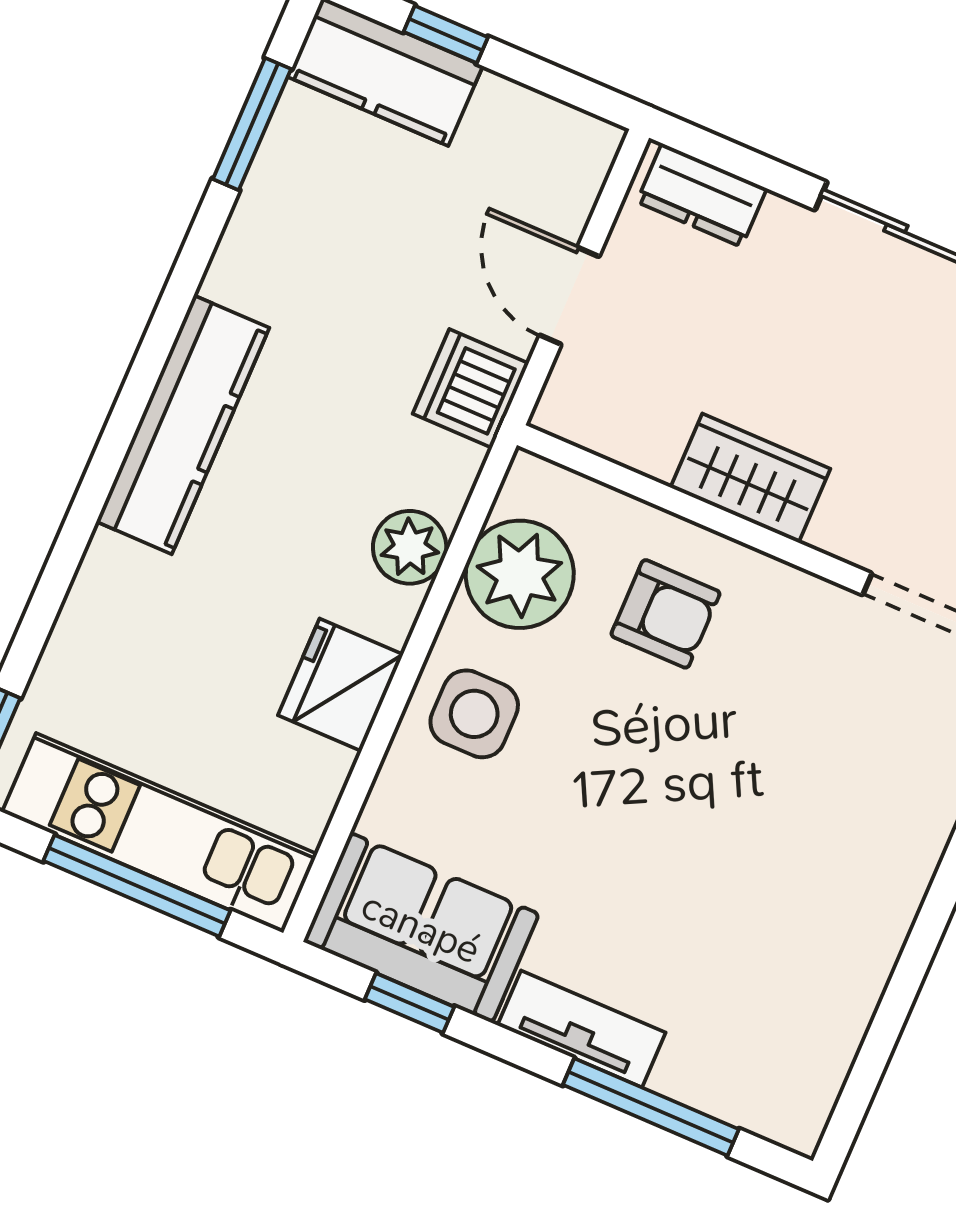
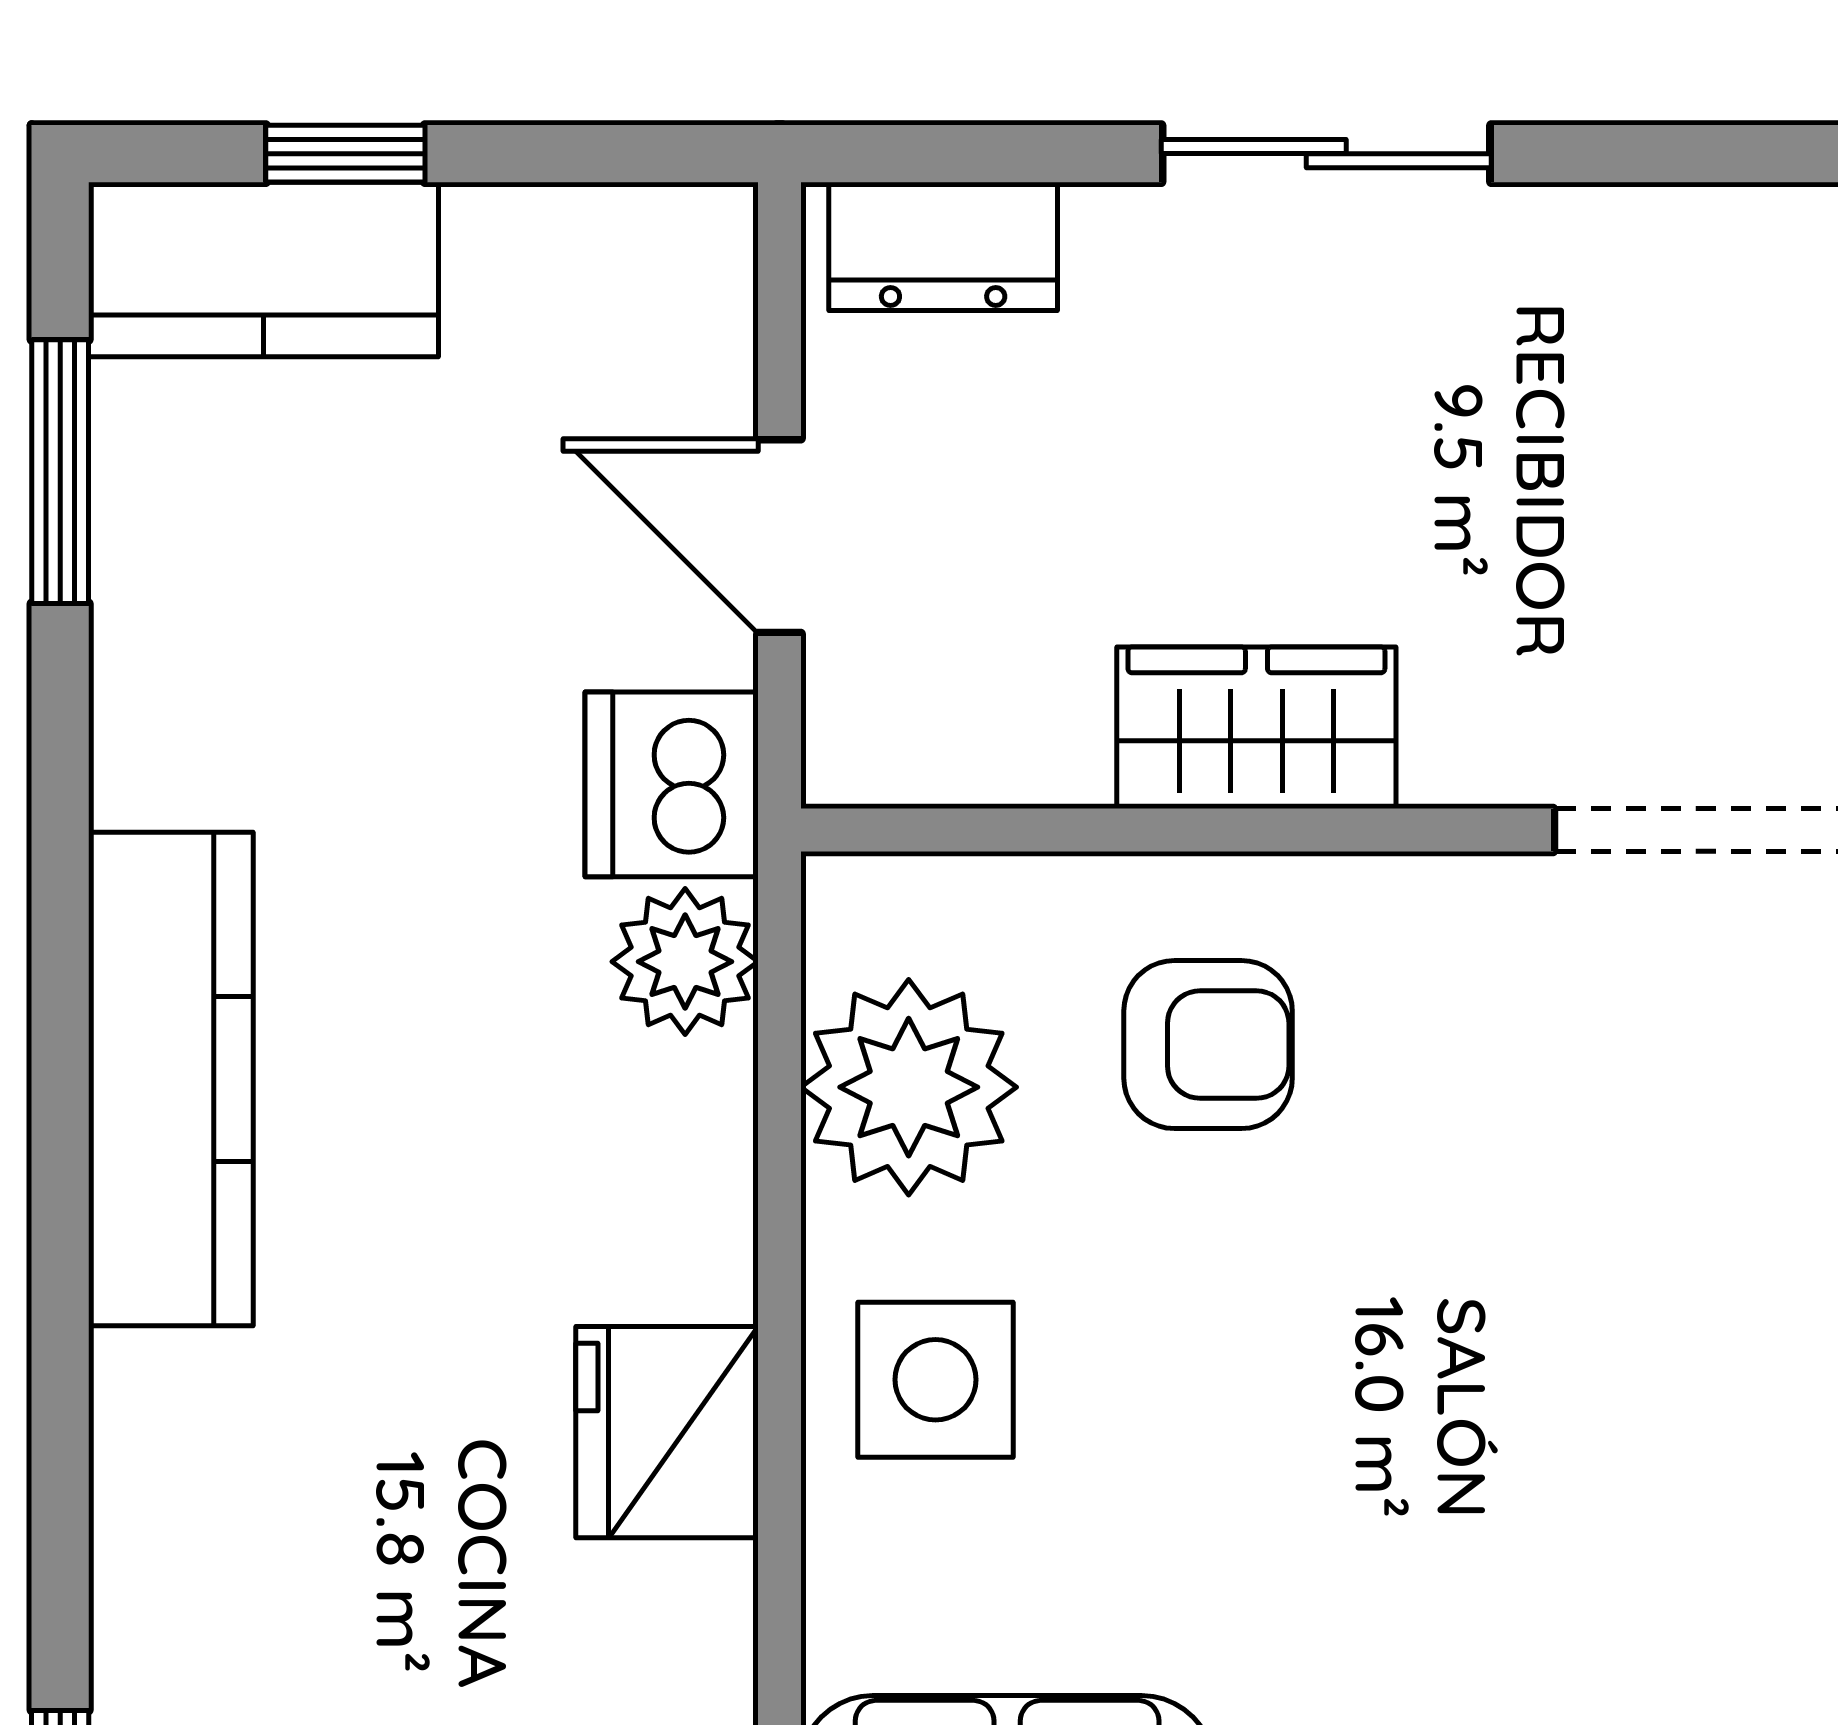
plant: (410, 547) -> (685, 962), moved

